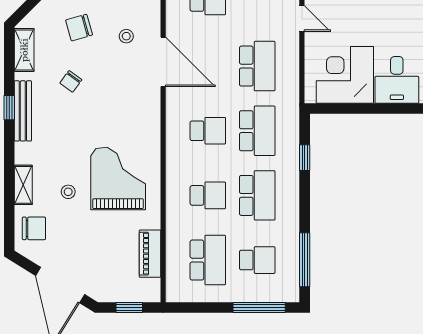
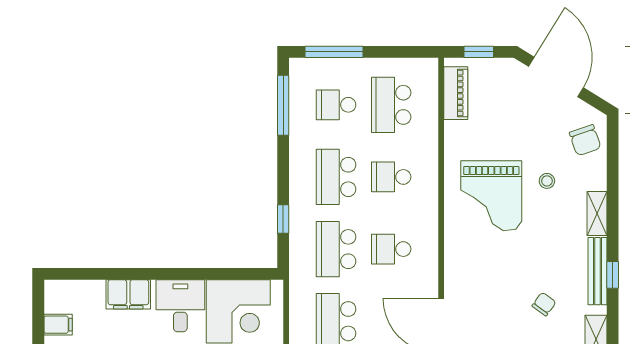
shelving: (23, 185) -> (597, 213), moved
chair: (34, 228) -> (585, 140), turned -109
piano: (150, 254) -> (456, 93), moved

